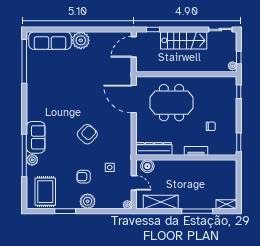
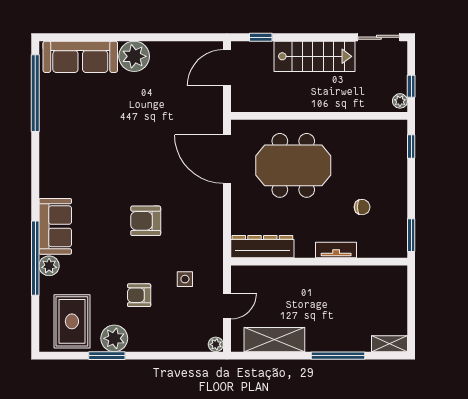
armchair: (87, 134) -> (146, 221), turned -134
boiler: (147, 166) -> (251, 277), removed
door: (134, 183) -> (227, 306), hinge flipped
plant: (88, 201) -> (114, 338), moved

